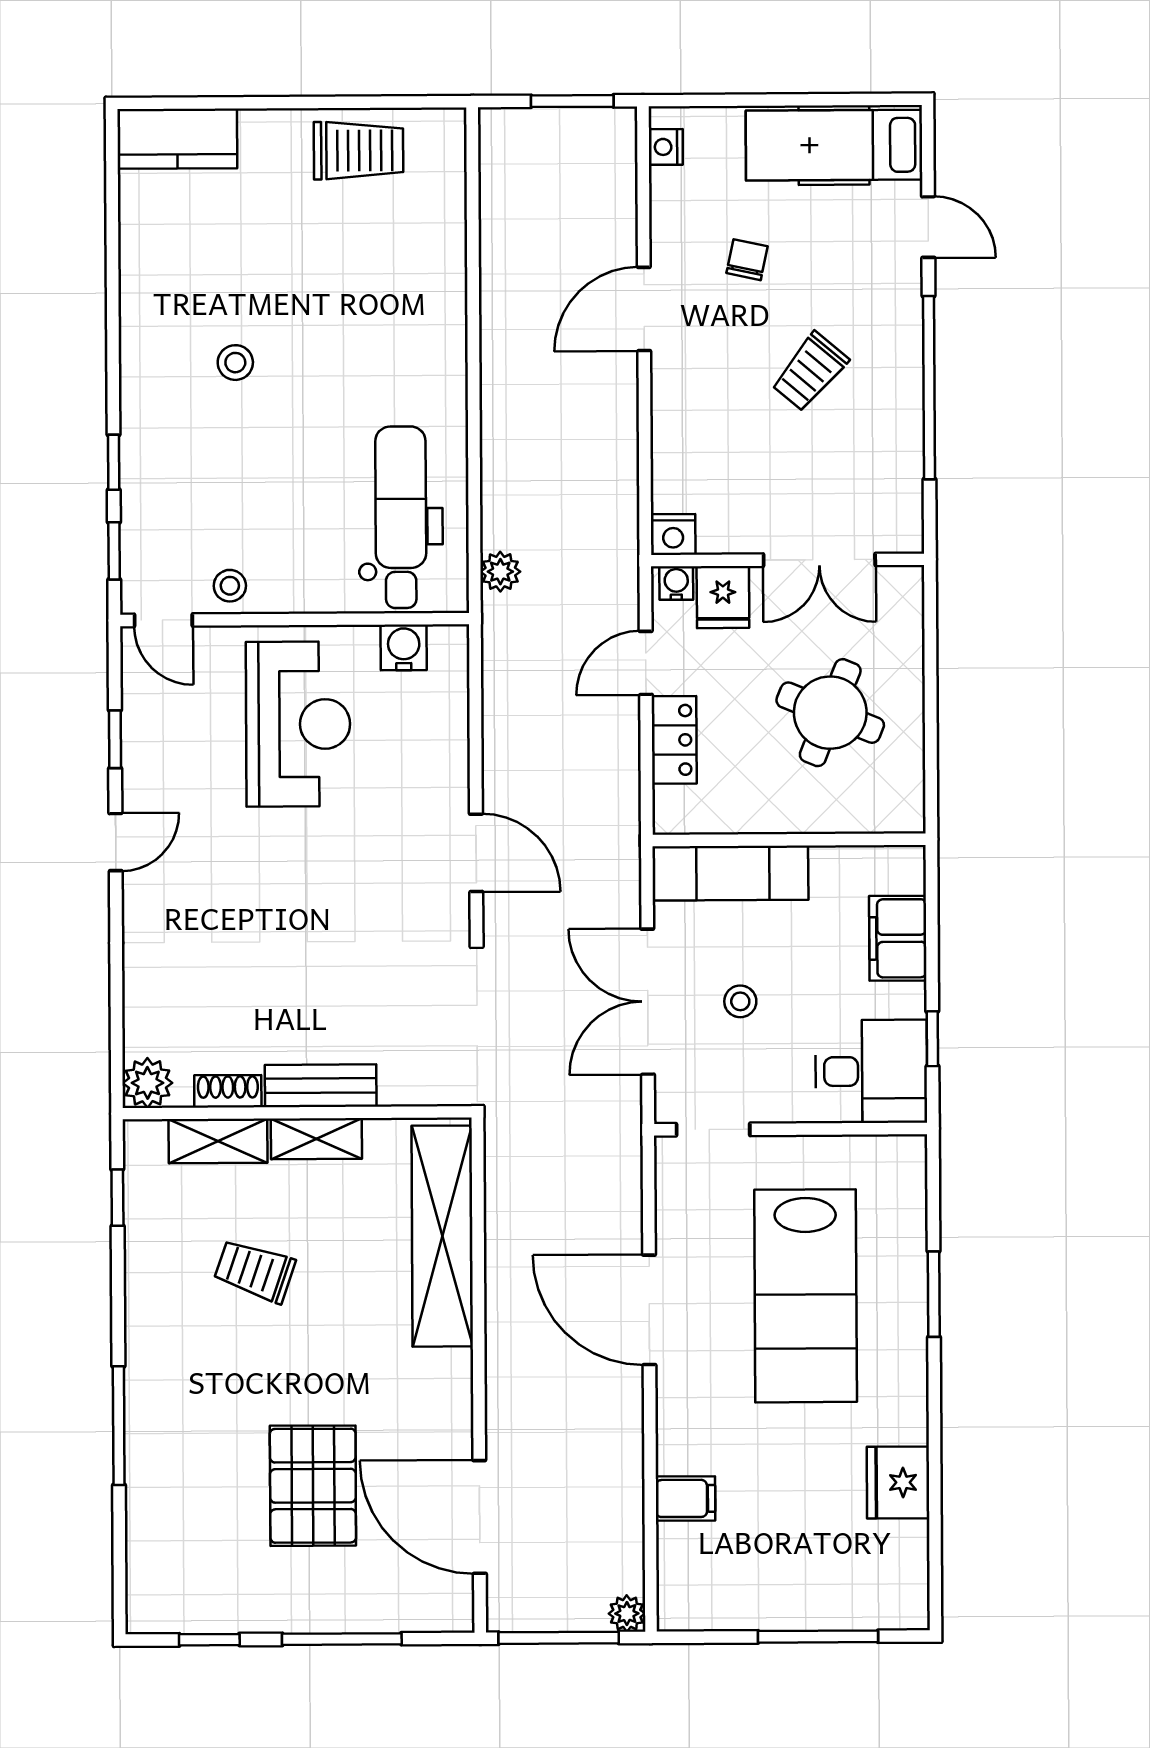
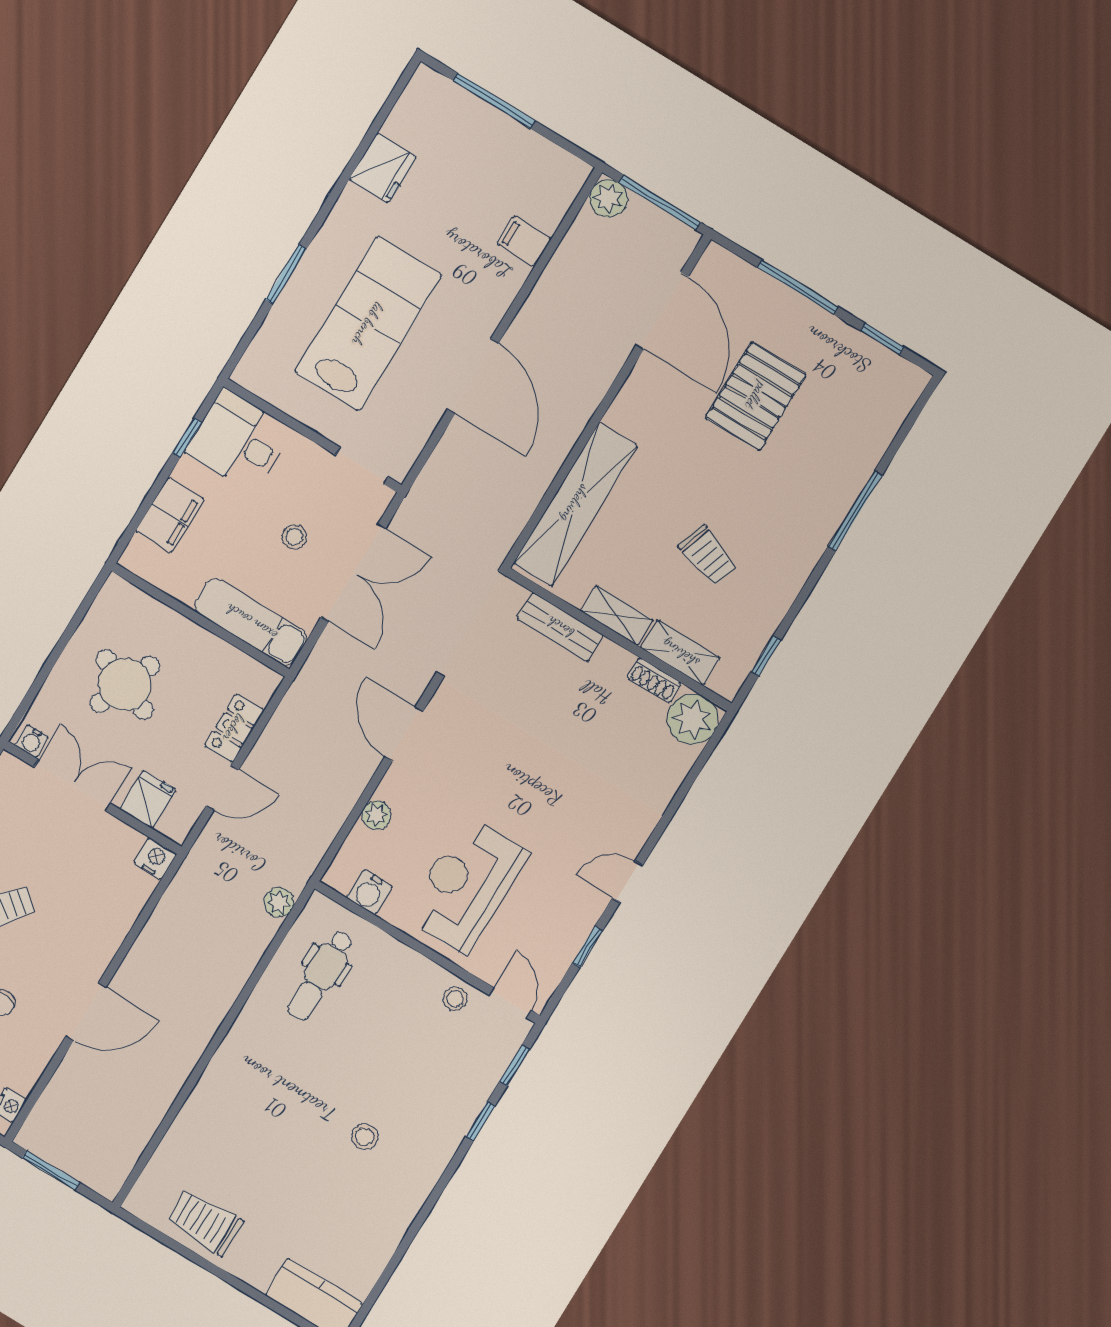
dental chair: (401, 517) -> (320, 975), width x0.73, depth x0.72
water cooler: (676, 583) -> (32, 741), moved
plant: (450, 741) -> (376, 815), added
plant: (147, 1083) -> (693, 719), width x1.36, depth x1.36
bench: (321, 1086) -> (560, 627), moved
plant: (627, 1614) -> (608, 198), width x1.38, depth x1.38

